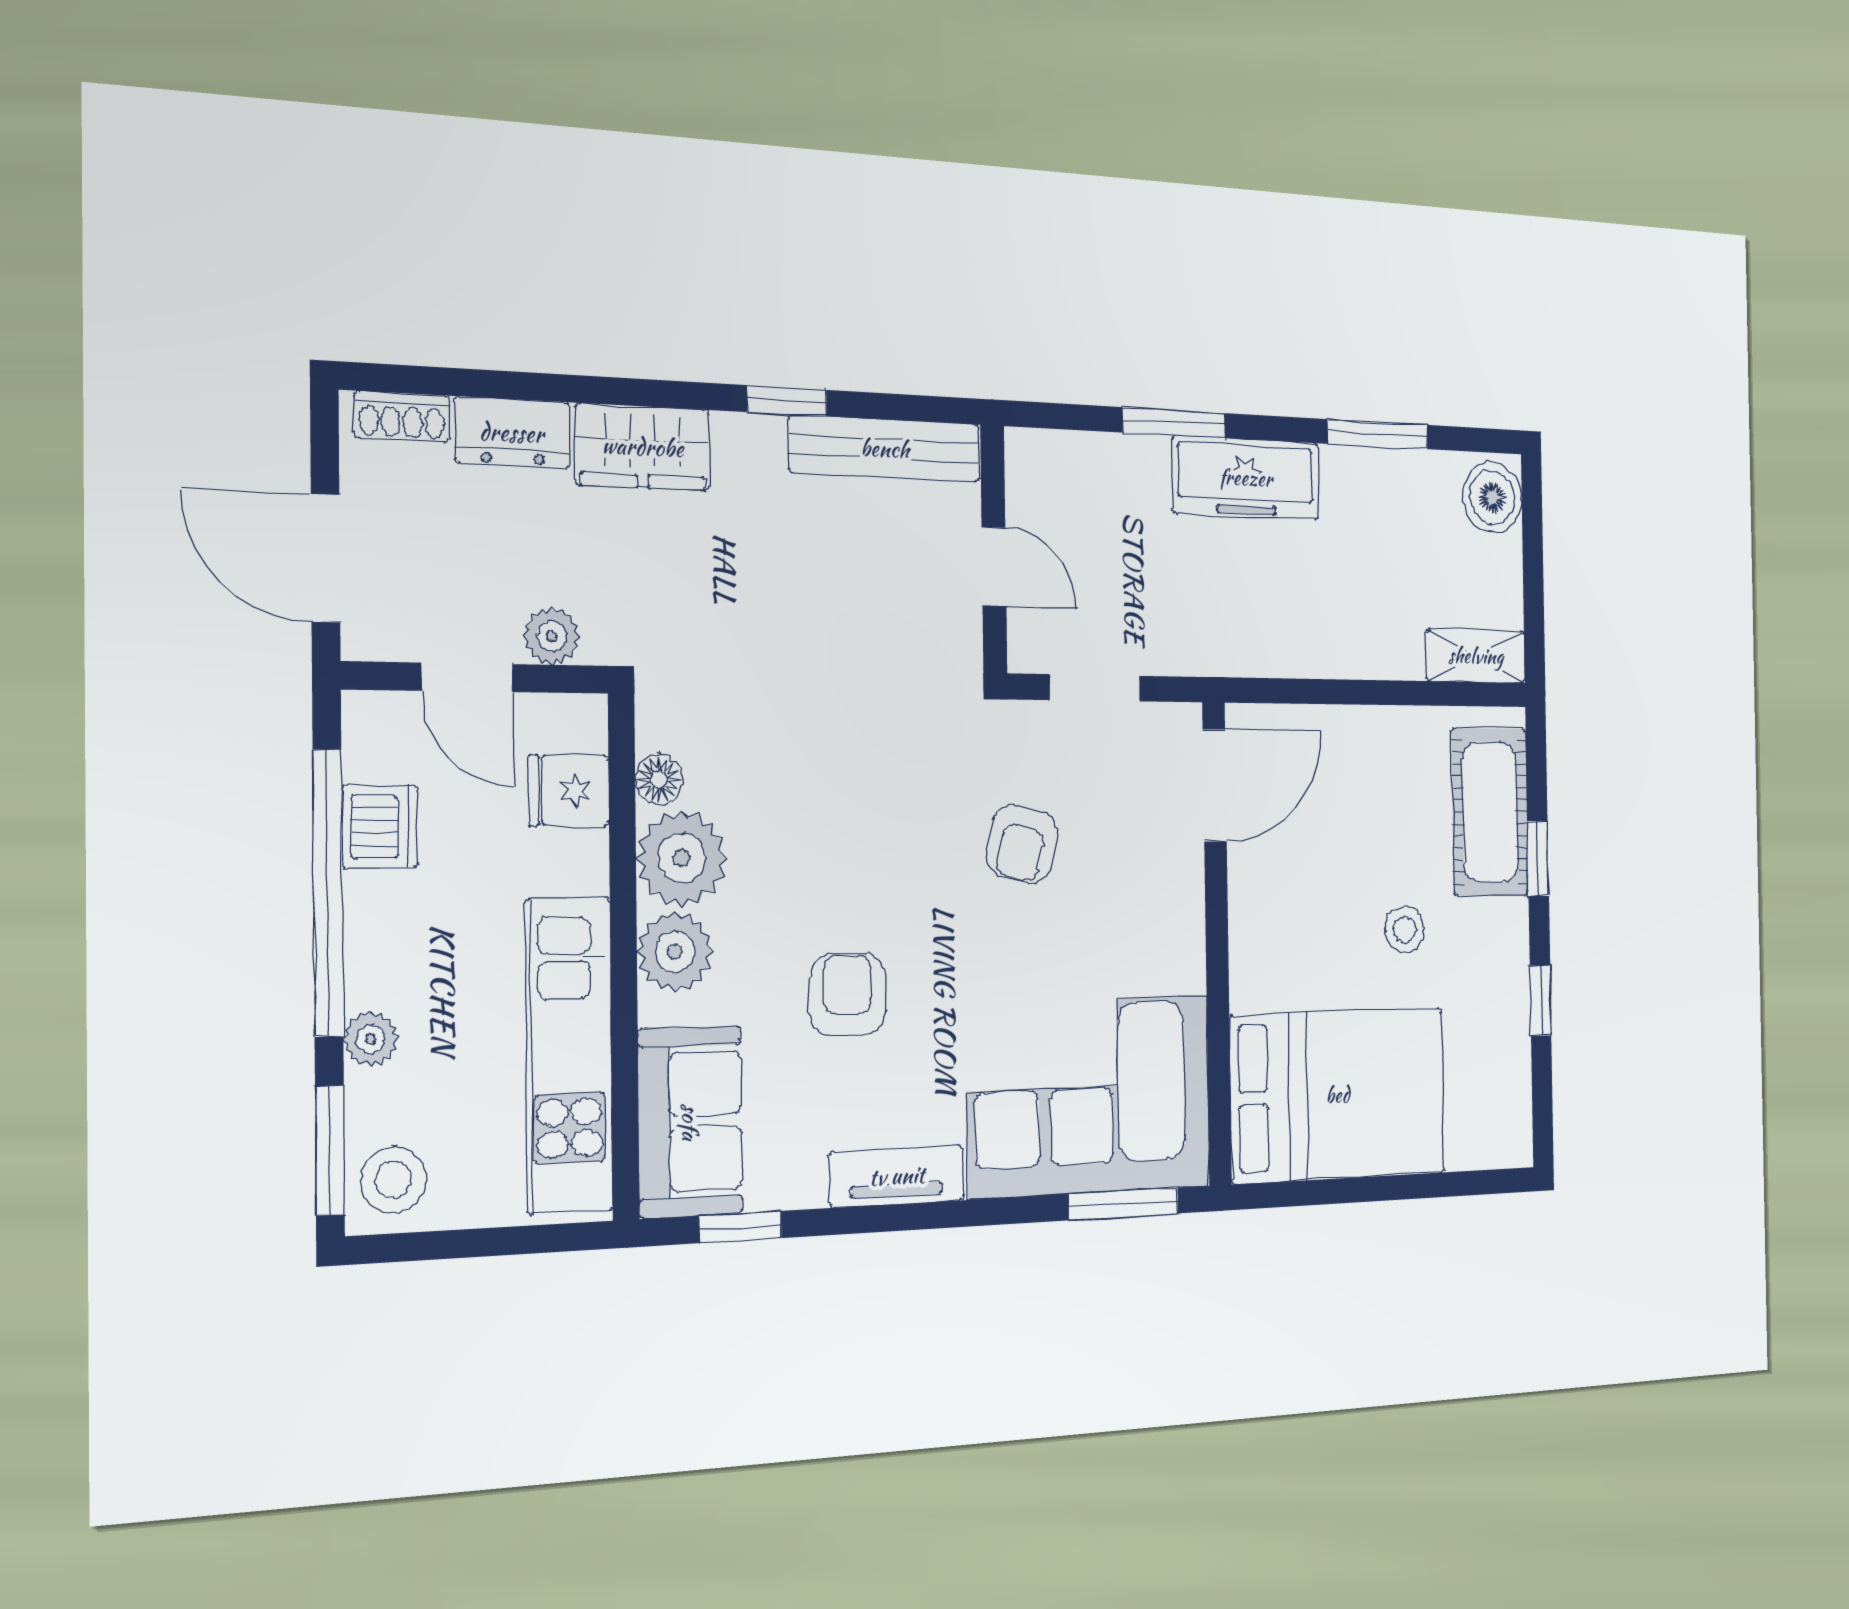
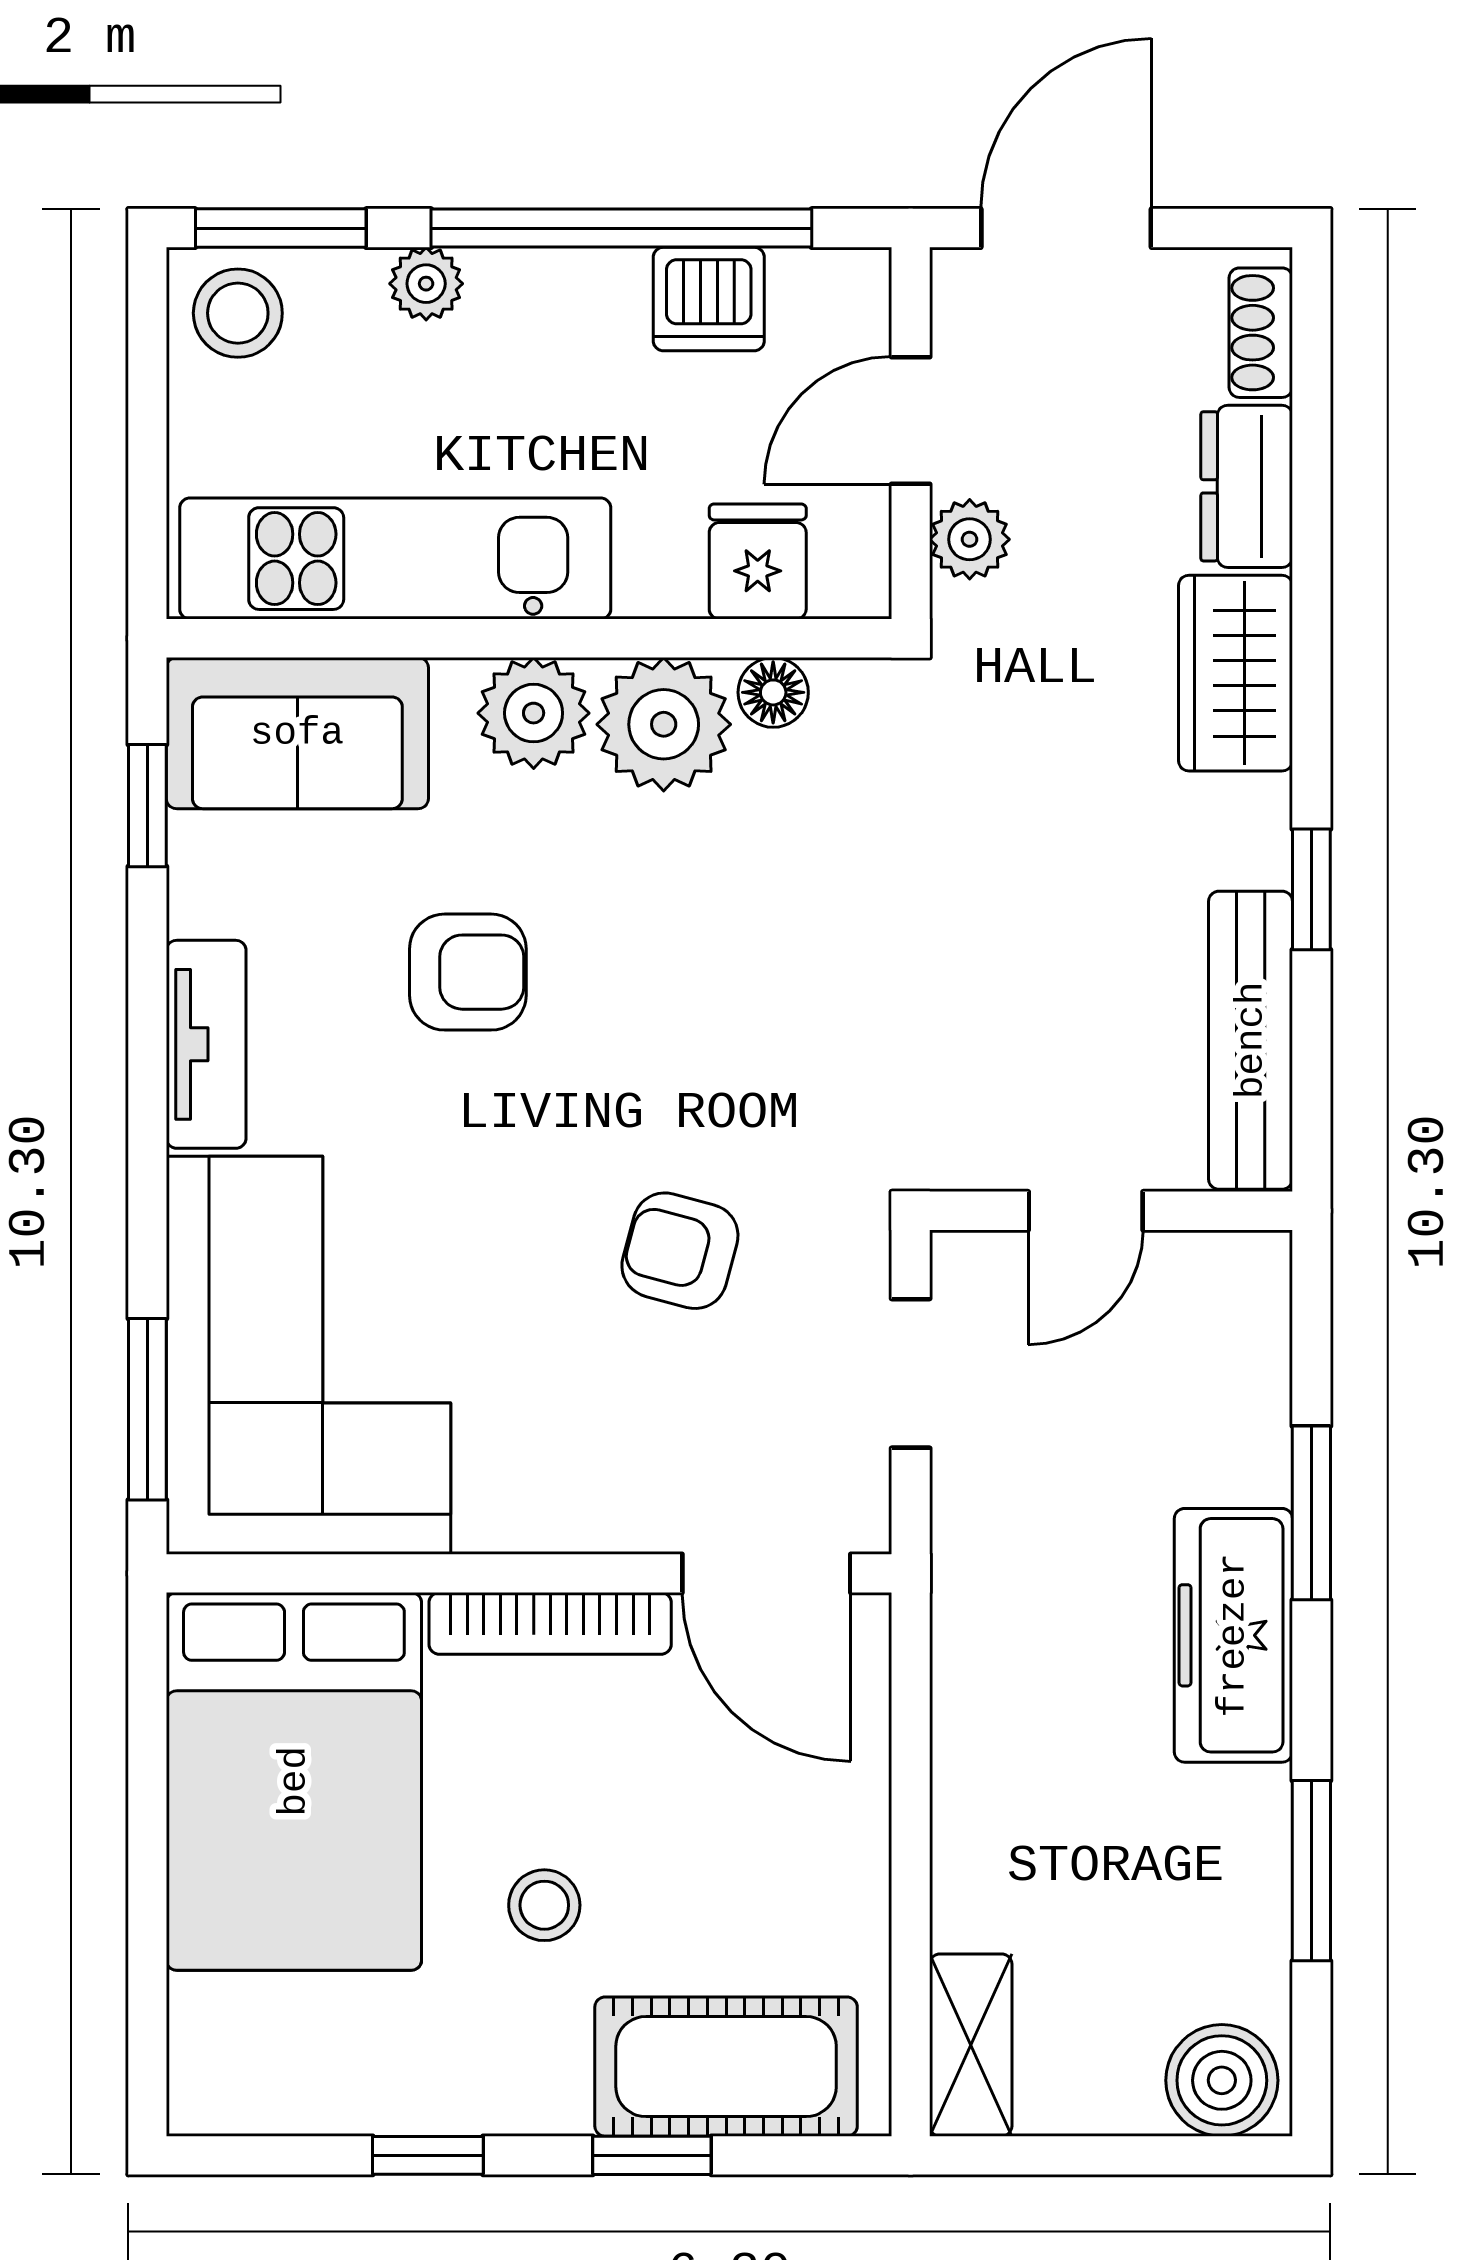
bookcase: (1246, 929) -> (550, 1623), added

